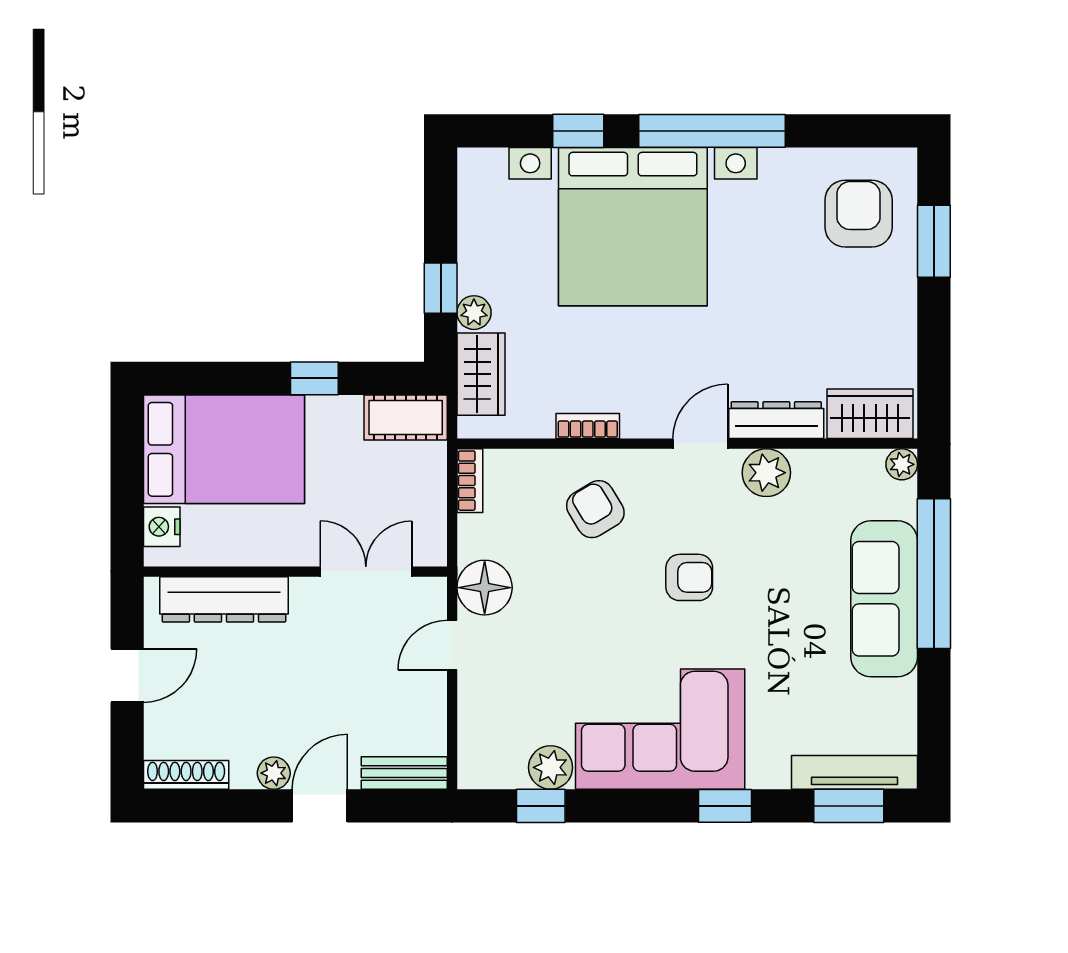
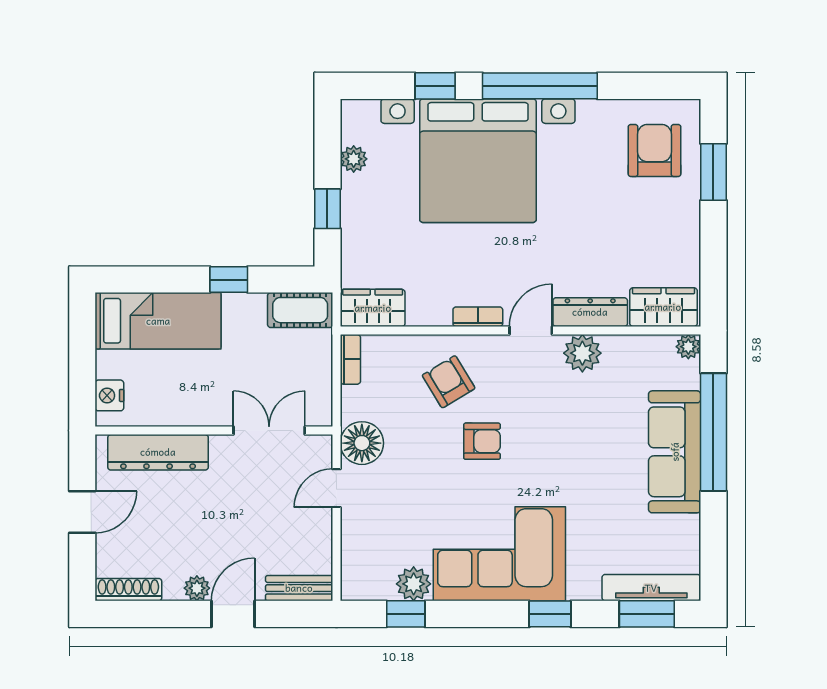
plant: (474, 313) -> (354, 159), moved
wardrobe: (481, 374) -> (373, 308), moved, turned -90
bookcase: (588, 426) -> (478, 317), moved
bed: (224, 449) -> (158, 321), width x0.67
armchair: (689, 577) -> (482, 441), moved

